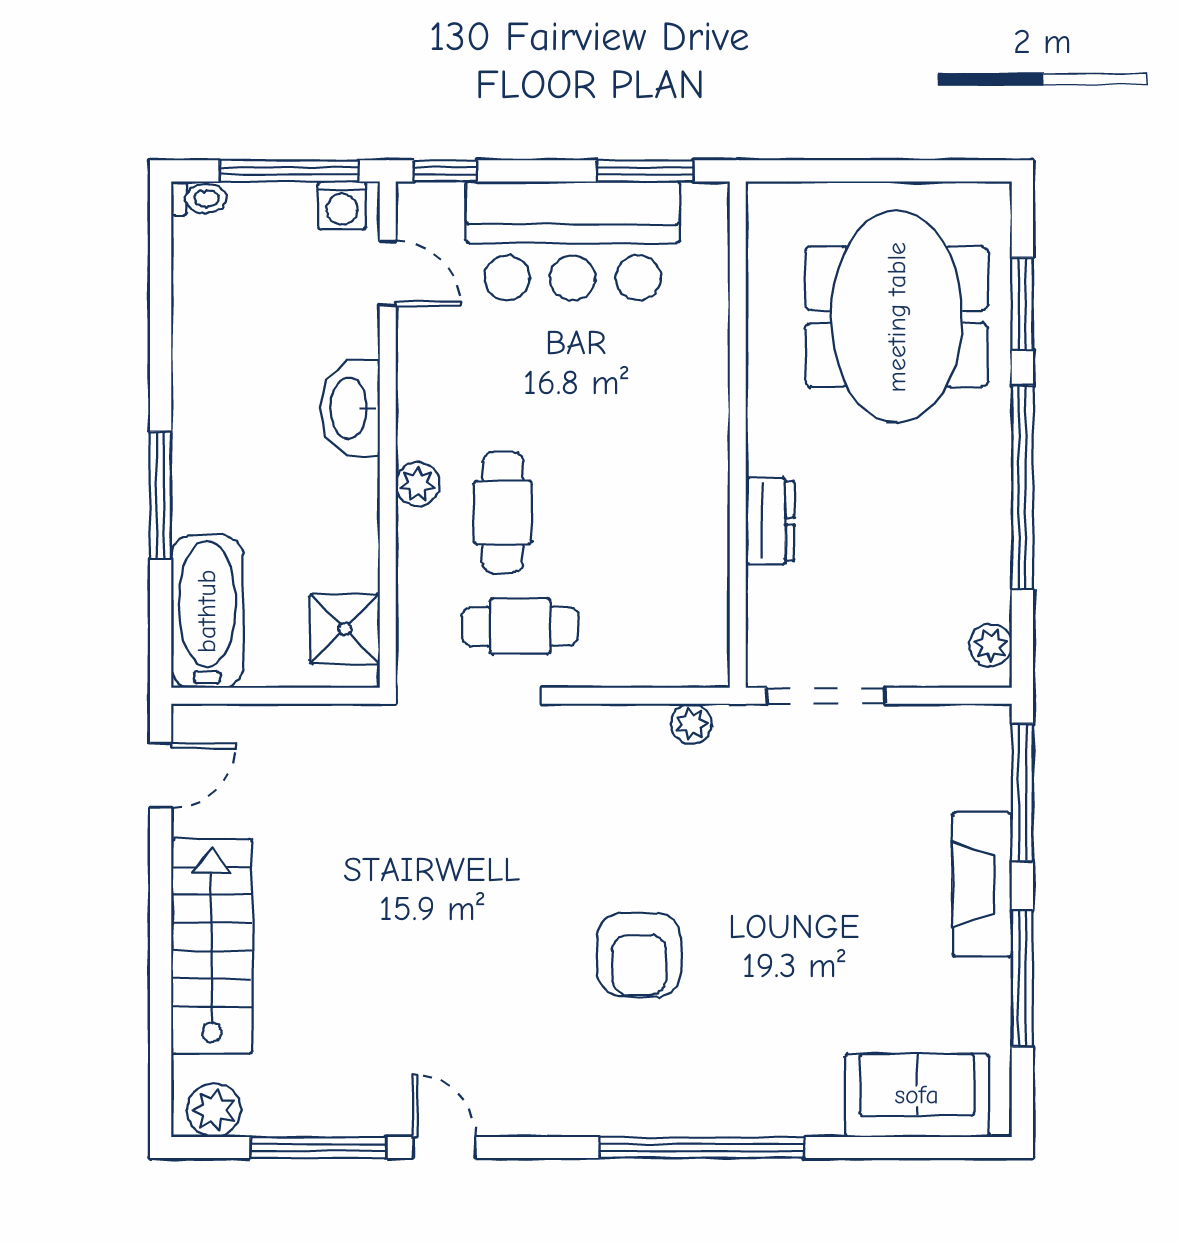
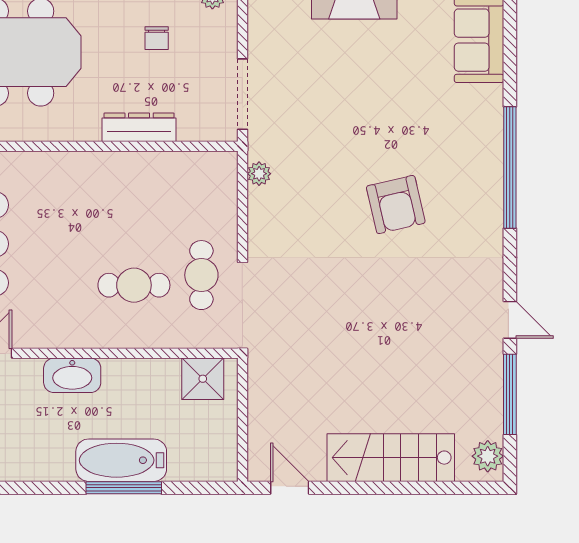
plant: (418, 484) -> (117, 336), removed
dresser: (770, 521) -> (139, 127), width x1.44
chair: (920, 551) -> (157, 38), added
bathtub: (207, 611) -> (121, 460), moved
armchair: (639, 955) -> (396, 205), turned 77
door: (444, 1148) -> (510, 320), swing flipped

